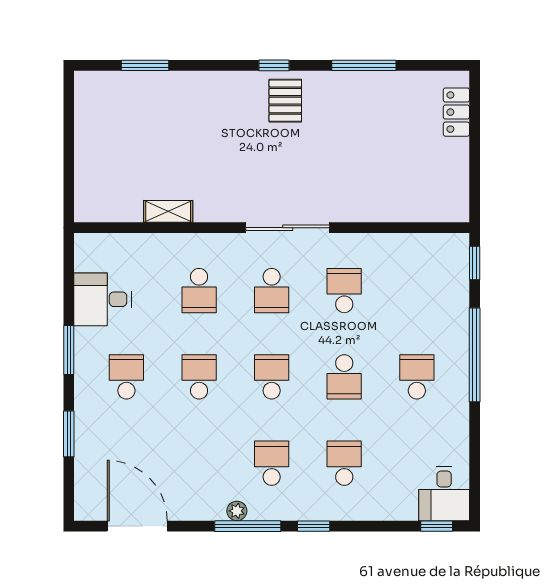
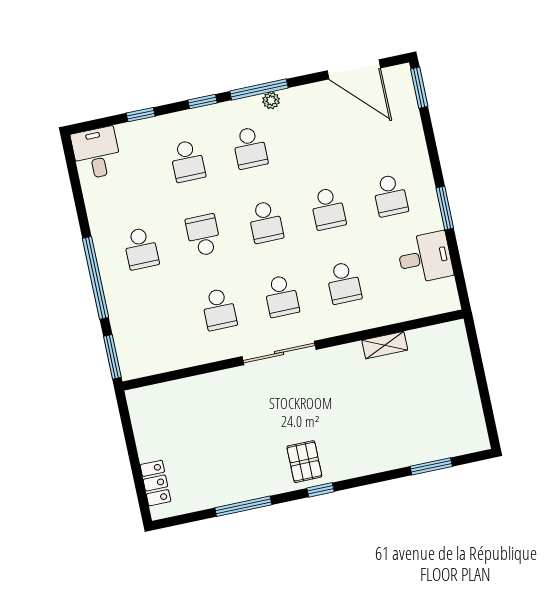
window: (475, 263) -> (112, 357), width x1.50
school desk: (199, 291) -> (344, 283), turned 180
school desk: (272, 291) -> (281, 296), turned 180
window: (69, 434) -> (419, 88), moved
window: (437, 526) -> (141, 115), moved

